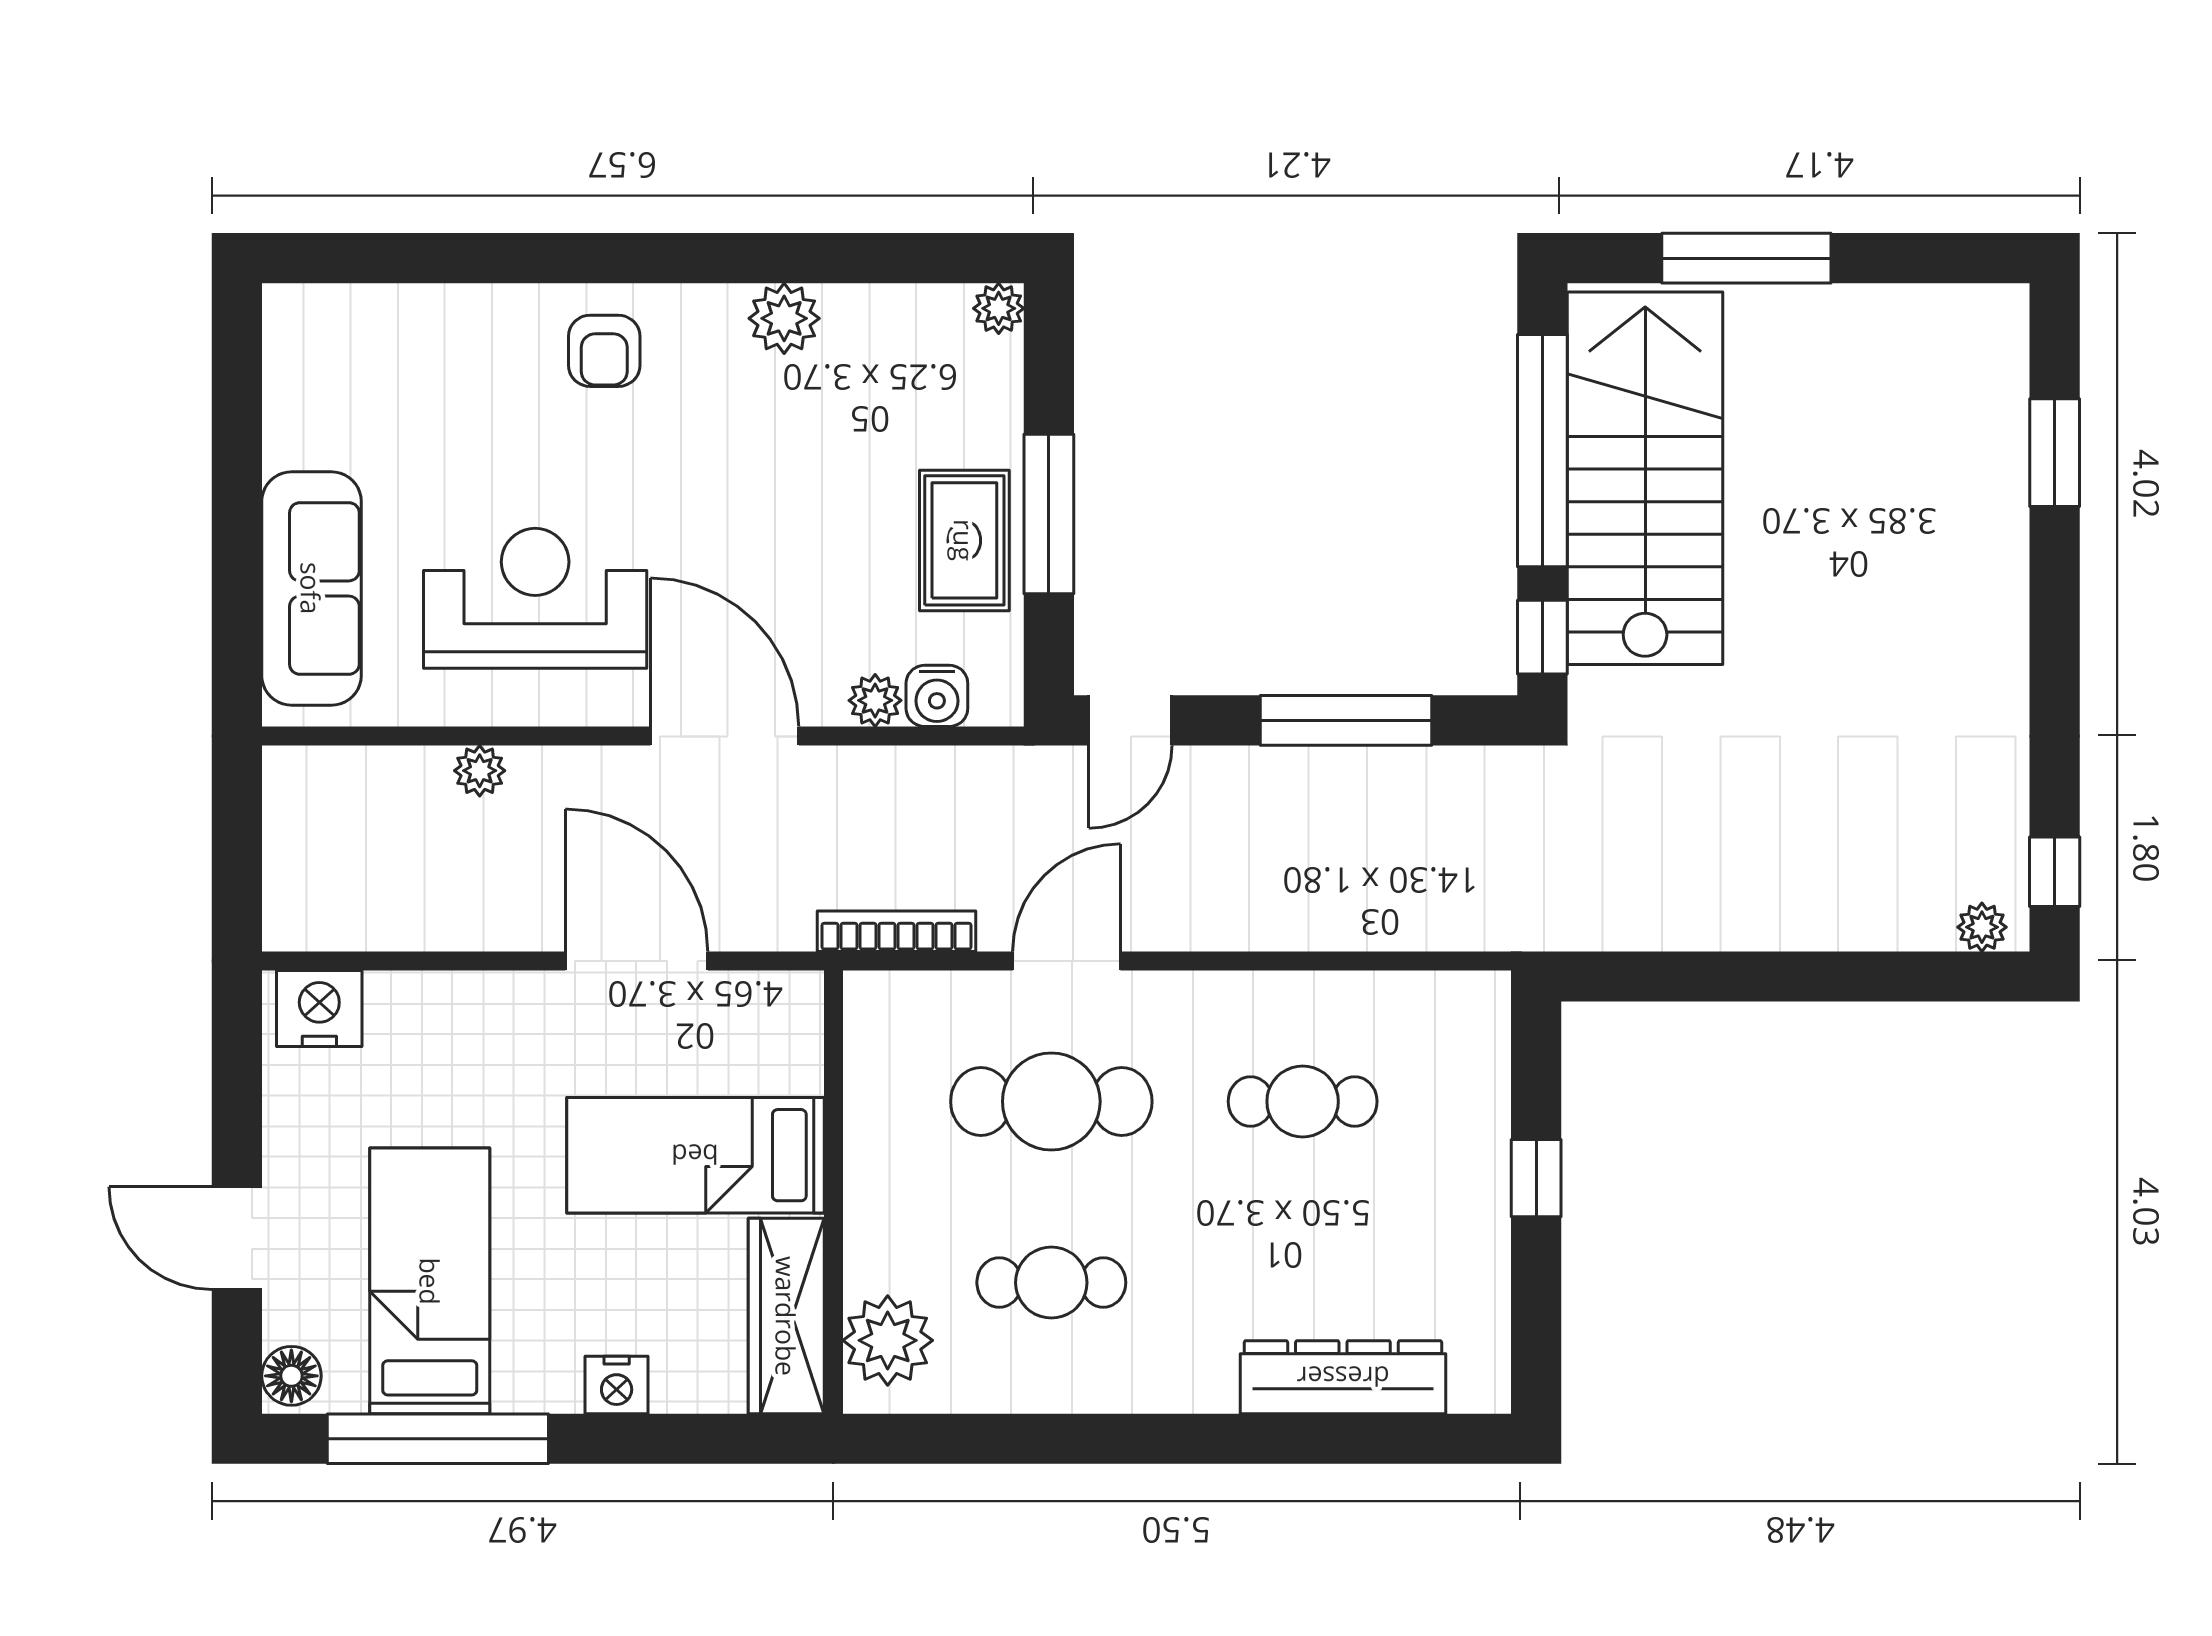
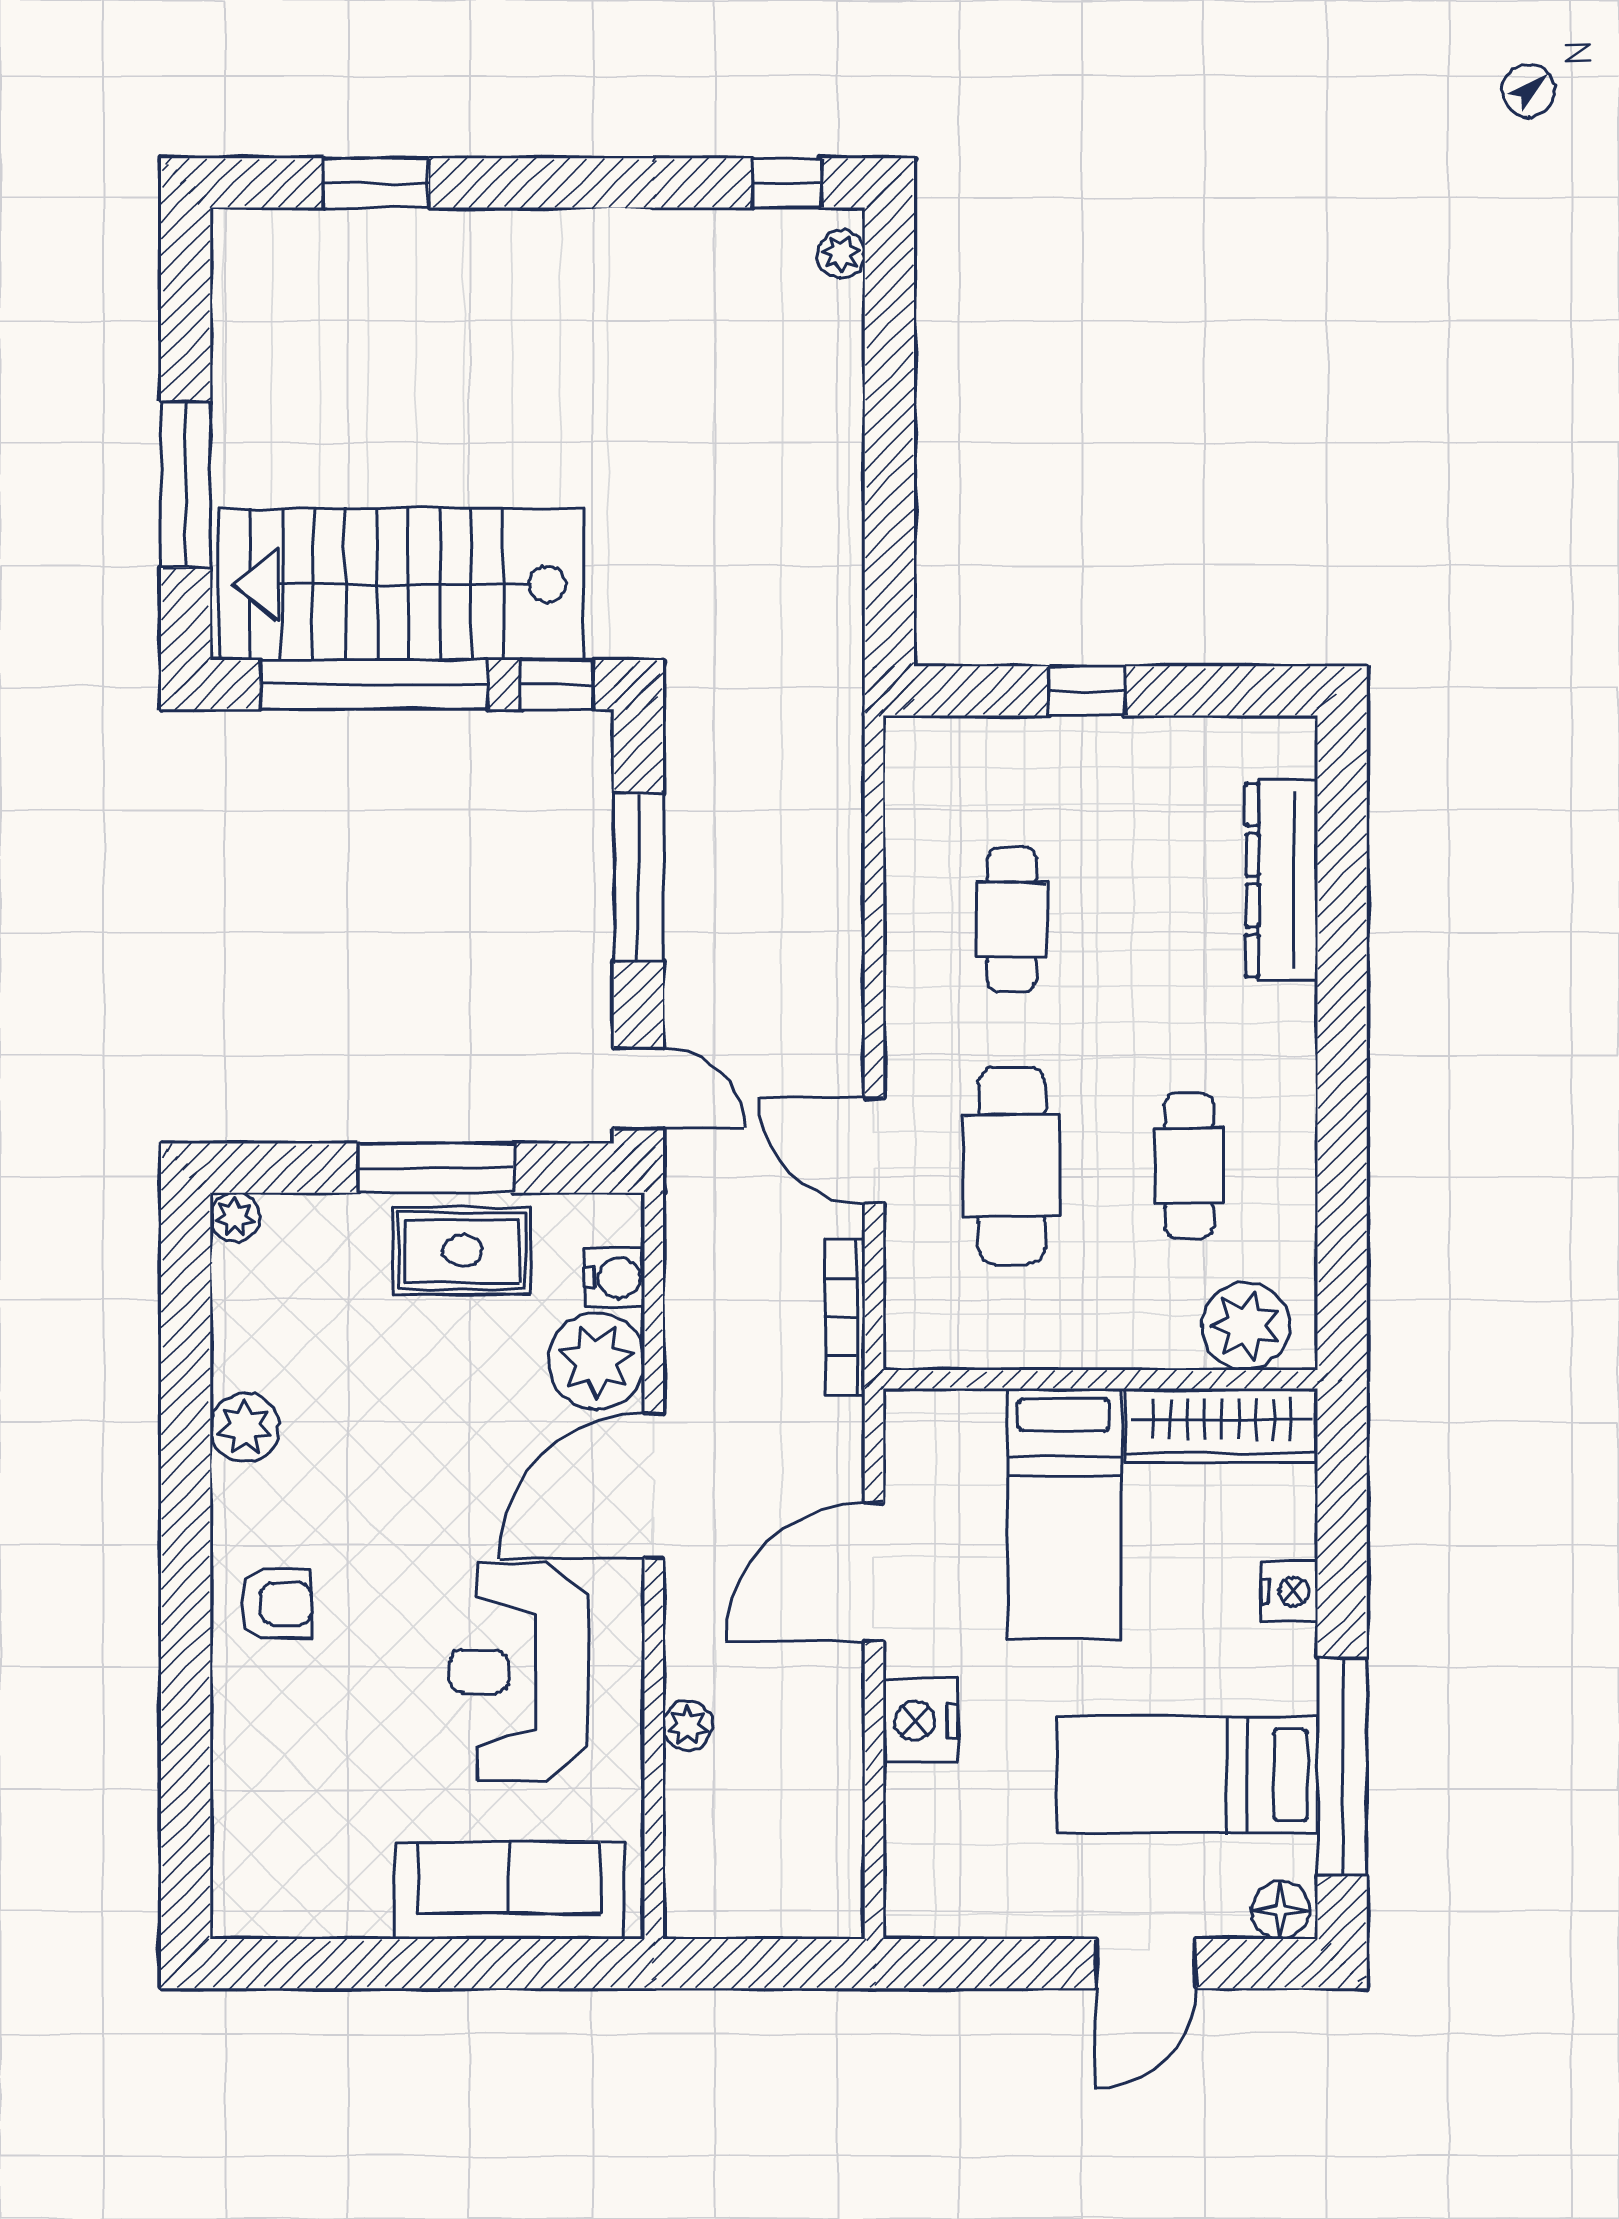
plant: (875, 700) -> (597, 1361), width x1.88, depth x1.88
nightstand: (319, 1008) -> (921, 1721), moved

